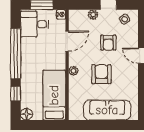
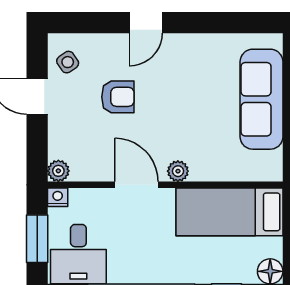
plant: (93, 15) -> (58, 171), moved
door: (67, 41) -> (136, 185), moved
armchair: (101, 74) -> (185, 111), removed

